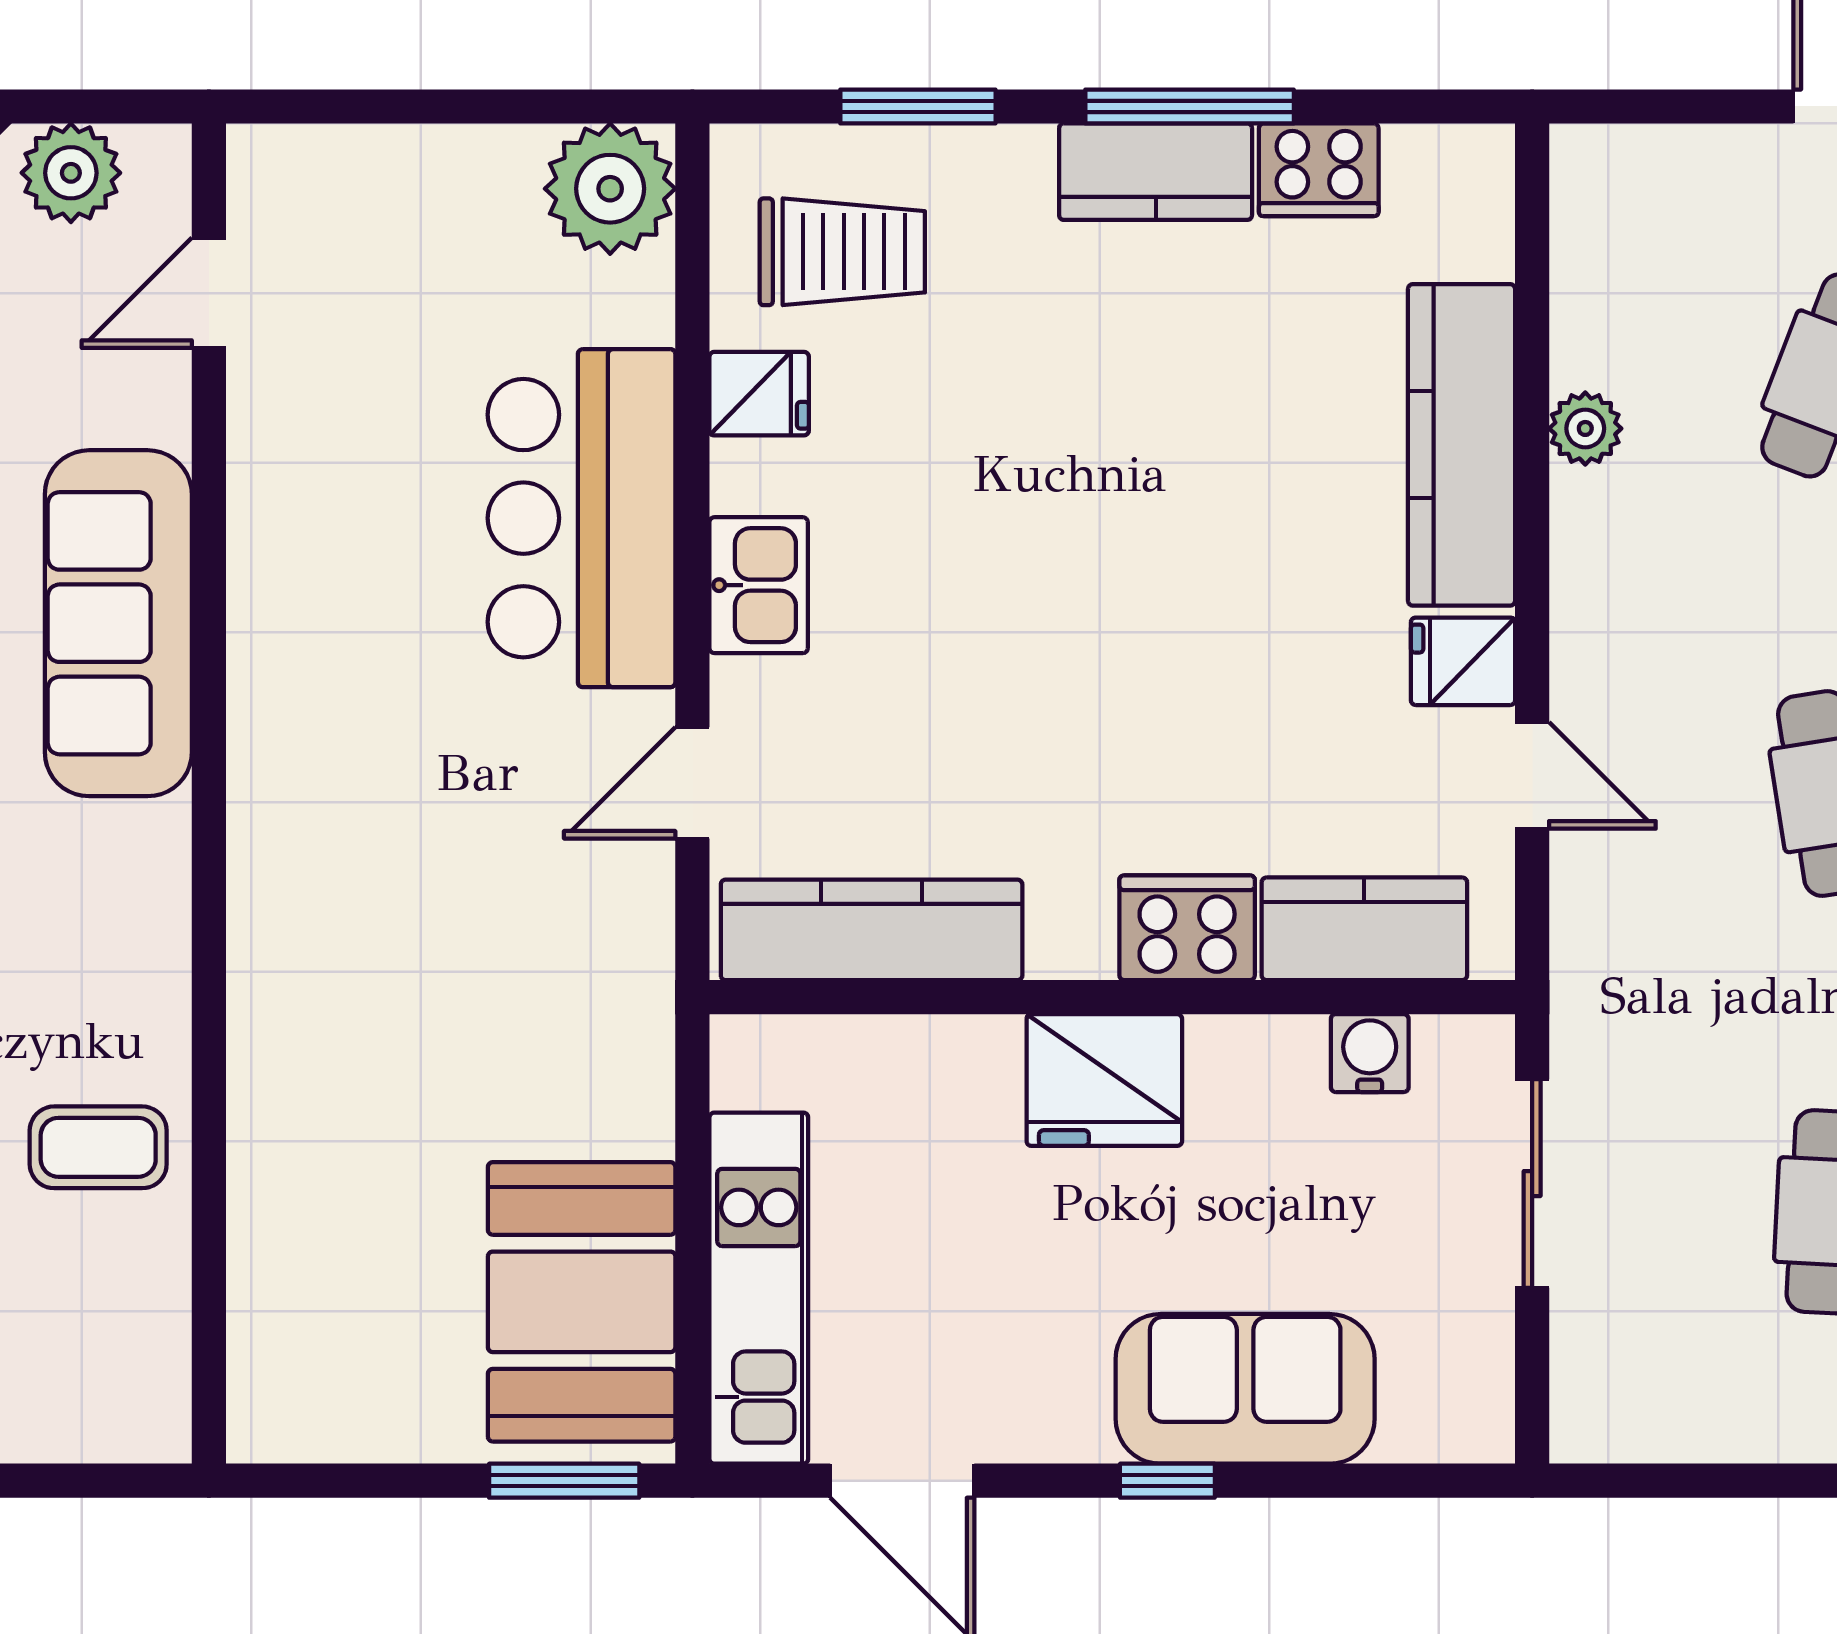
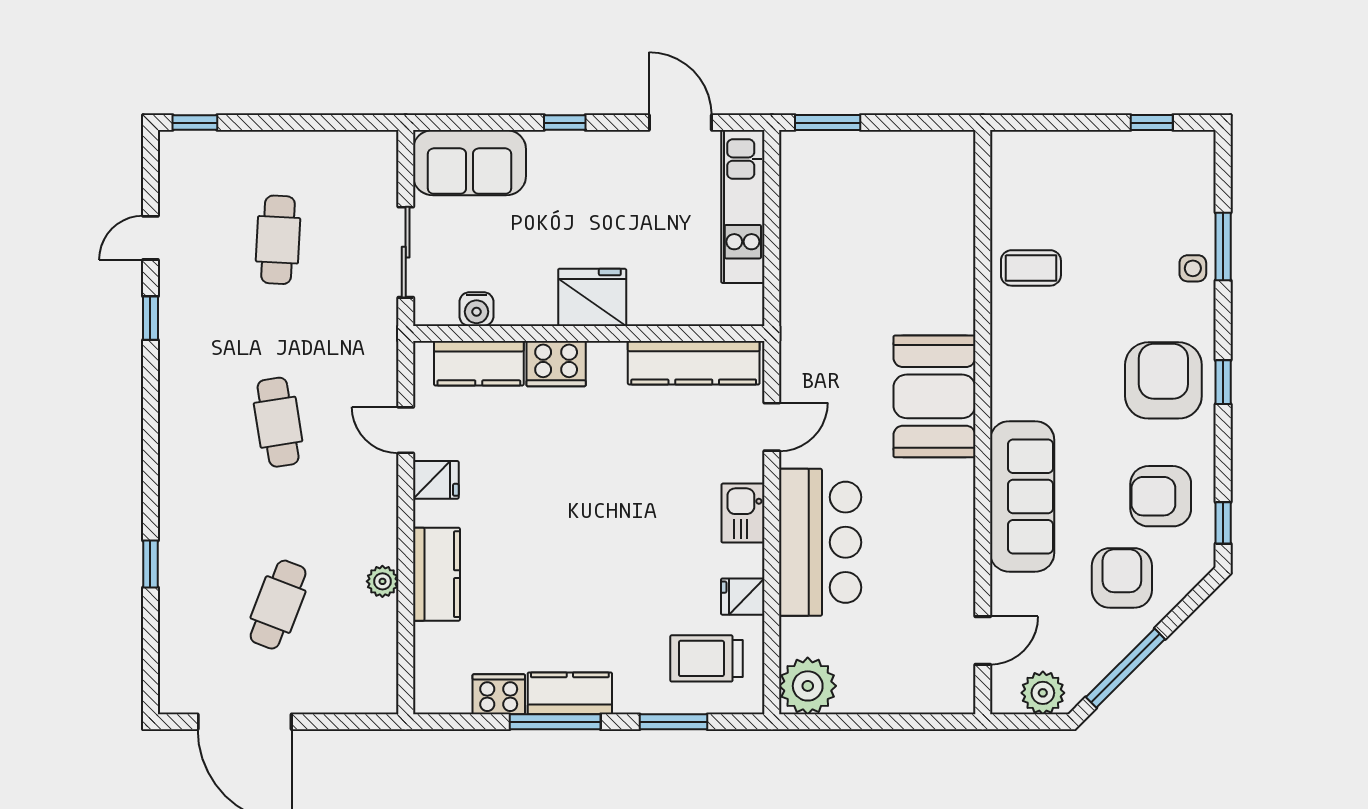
kitchen counter: (1462, 445) -> (436, 574), width x0.67
booth: (582, 1302) -> (934, 396), moved
sofa: (1245, 1389) -> (470, 163), moved

